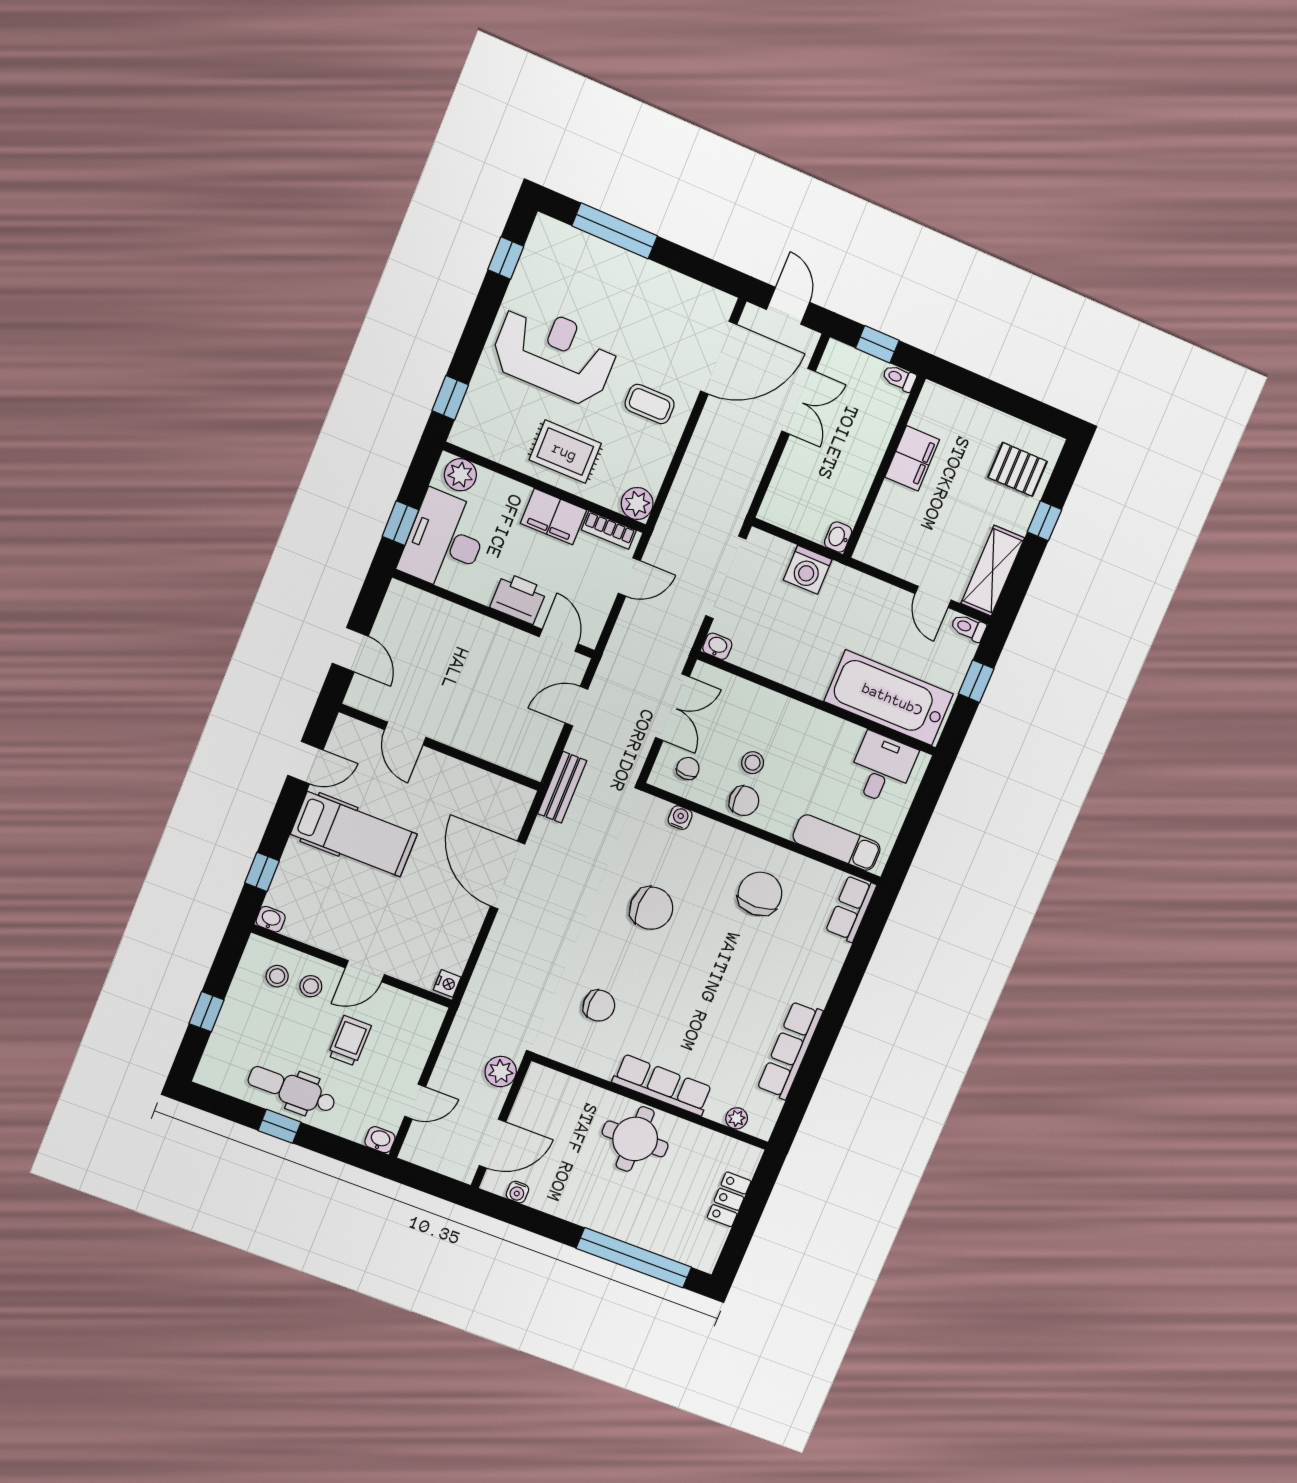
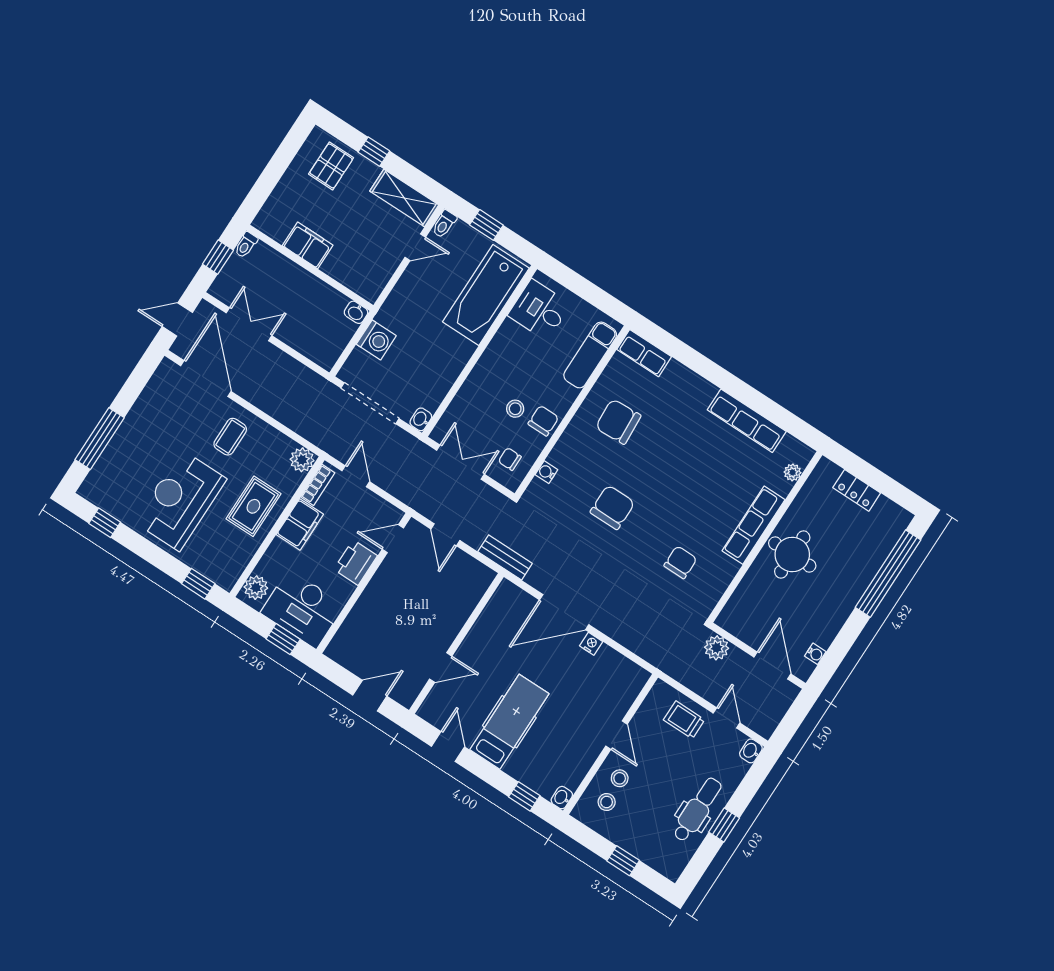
nightstand: (447, 983) -> (591, 644), moved
trolley: (349, 1041) -> (684, 720), moved
dental chair: (292, 1090) -> (697, 810), turned 180

